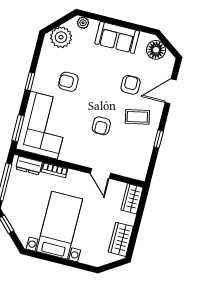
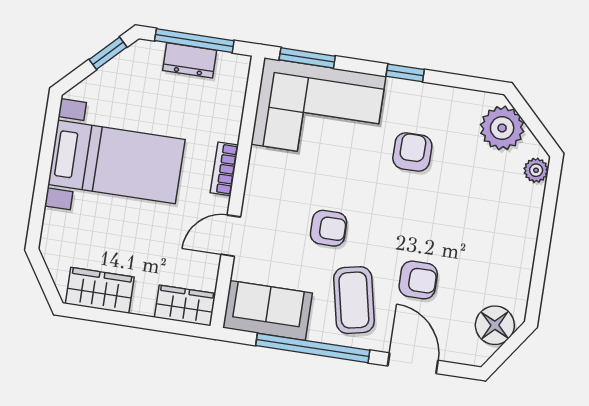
sofa: (117, 37) -> (268, 310), moved, turned 90
coffee table: (137, 117) -> (354, 300), width x1.36, depth x1.30
armchair: (101, 126) -> (329, 228), turned 180
window: (159, 139) -> (313, 348), width x3.17
dresser: (29, 165) -> (190, 60), moved, turned -90
bookcase: (55, 170) -> (224, 169), moved

